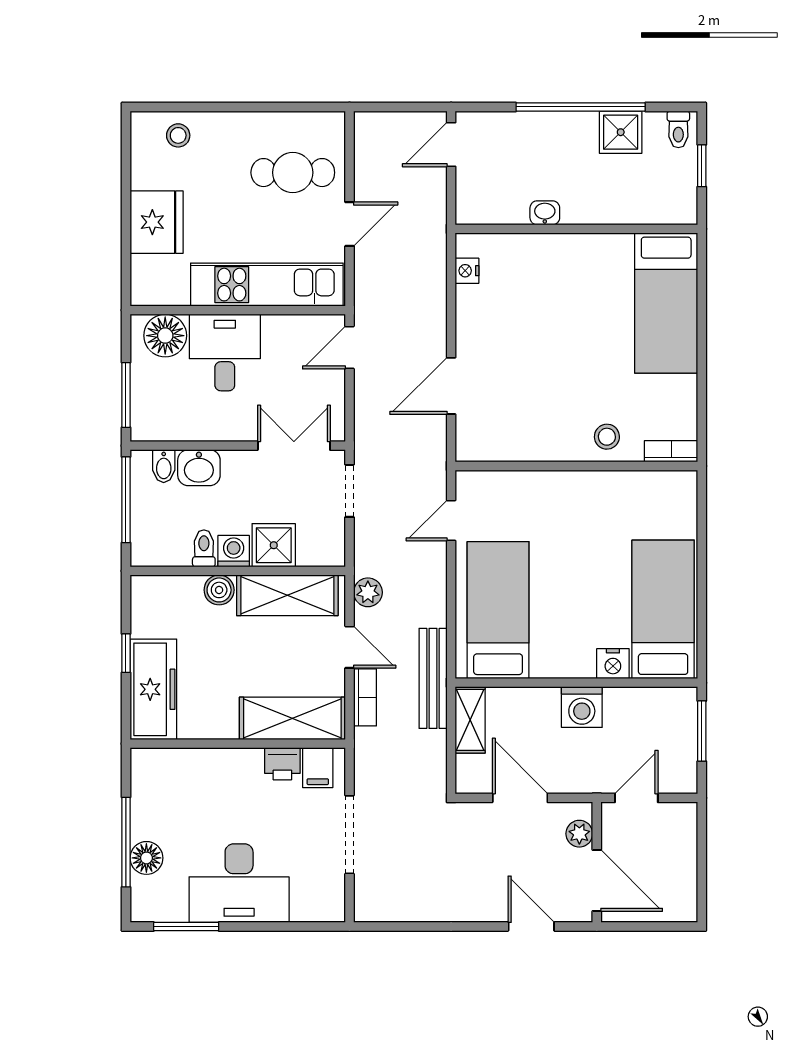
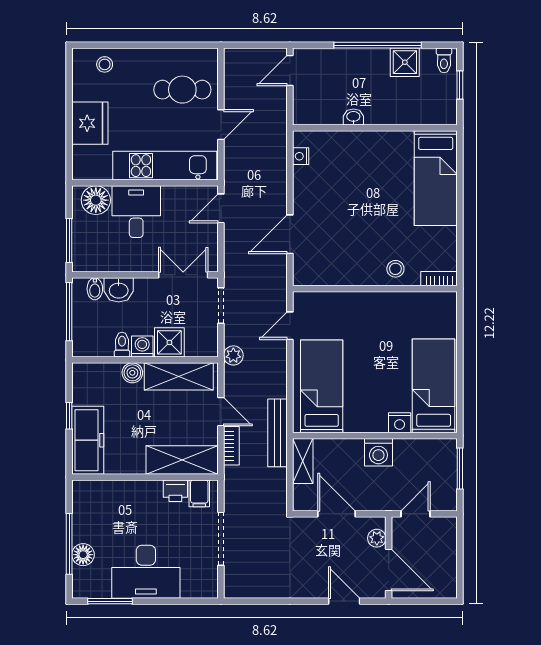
plant: (368, 592) -> (233, 355), moved

